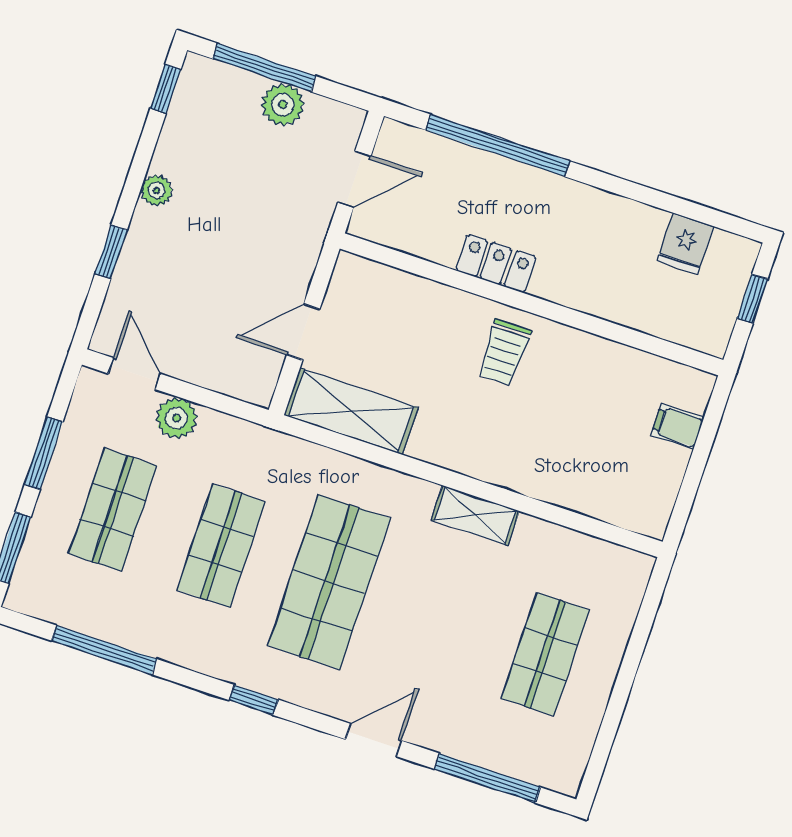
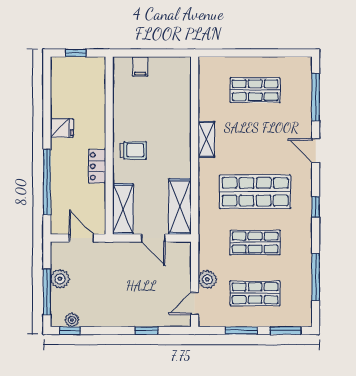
plant: (157, 190) -> (72, 320), moved
fridge: (685, 244) -> (62, 128), moved
shelving: (386, 288) -> (123, 209), added

